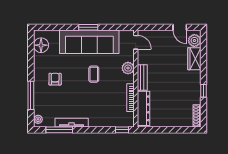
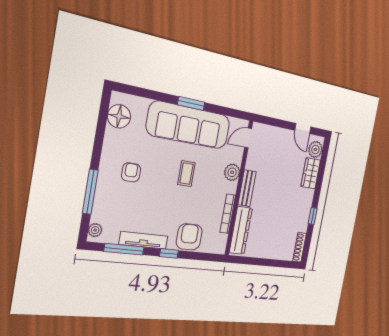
door: (136, 42) -> (248, 138), swing flipped
armchair: (104, 117) -> (189, 237), added
window: (122, 130) -> (169, 253), moved

